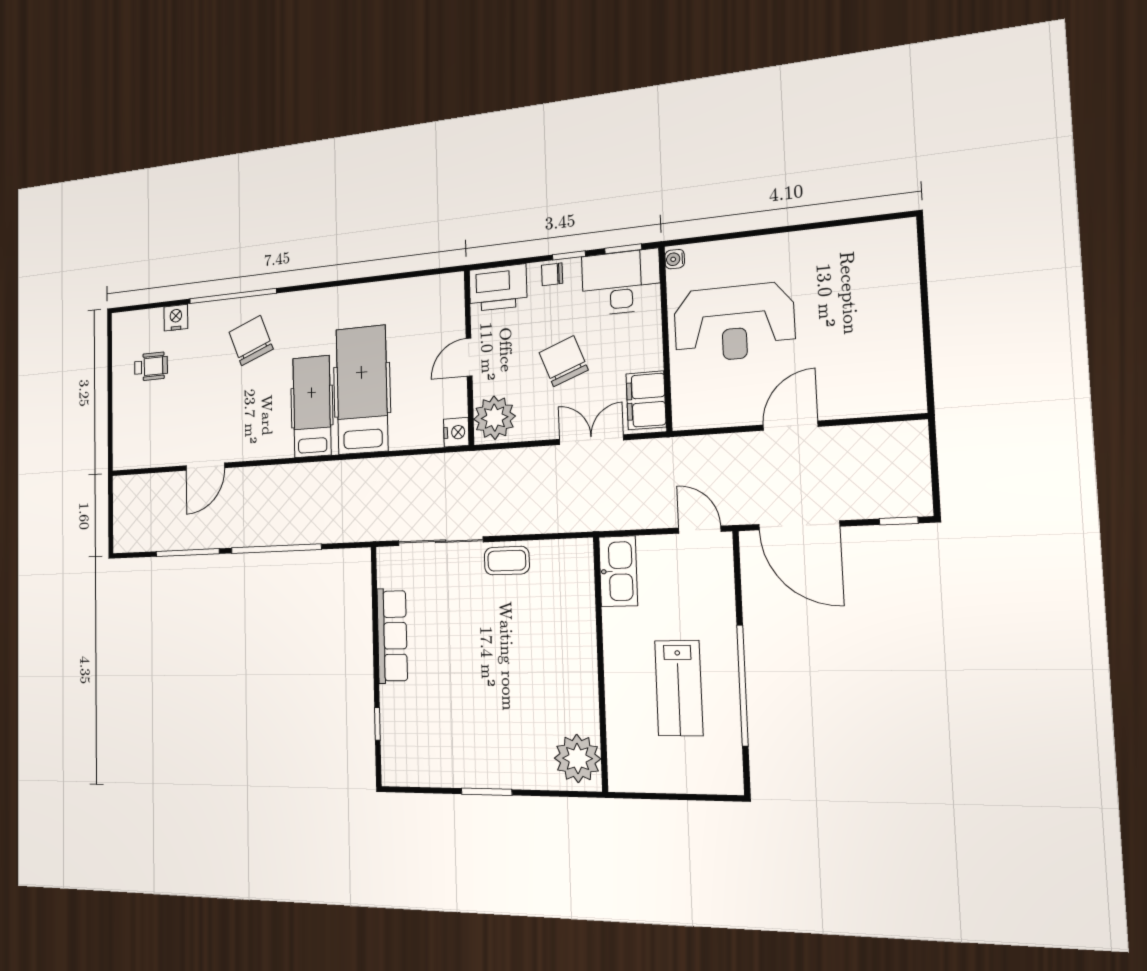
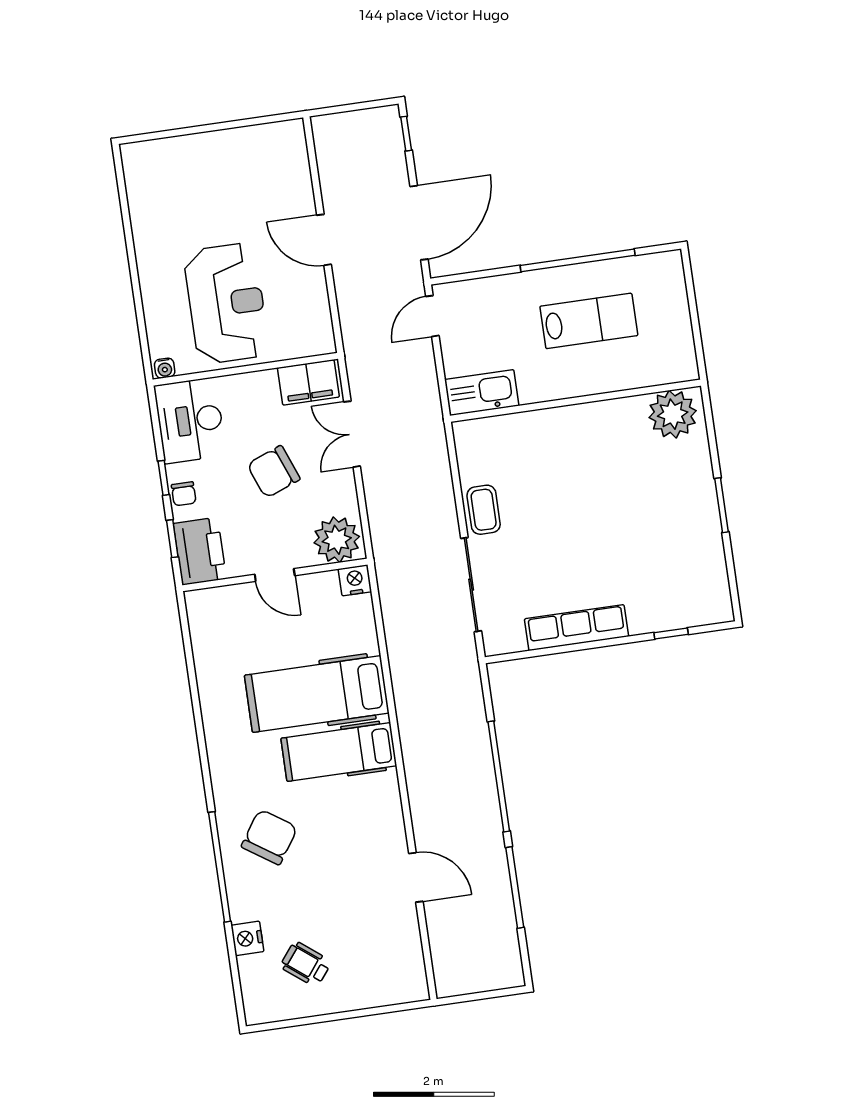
window: (623, 249) -> (172, 539), moved
chair: (251, 341) -> (269, 837), turned 145
wheelchair: (151, 366) -> (306, 964), turned -52

